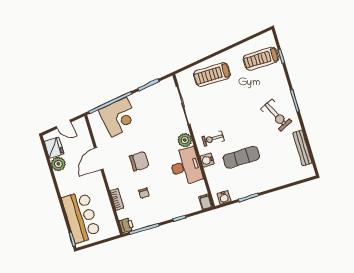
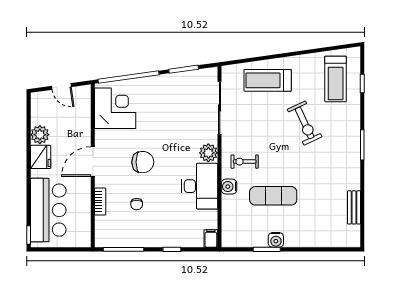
treadmill: (261, 59) -> (336, 79), turned -90
exercise bike: (276, 115) -> (305, 123), moved
corner desk: (119, 117) -> (115, 108), moved, turned -82
fridge: (54, 148) -> (41, 157), moved
bench: (302, 148) -> (354, 207), width x0.73
door: (99, 159) -> (93, 162), moved
water cooler: (224, 197) -> (276, 240), moved
printer: (127, 225) -> (103, 238), removed

